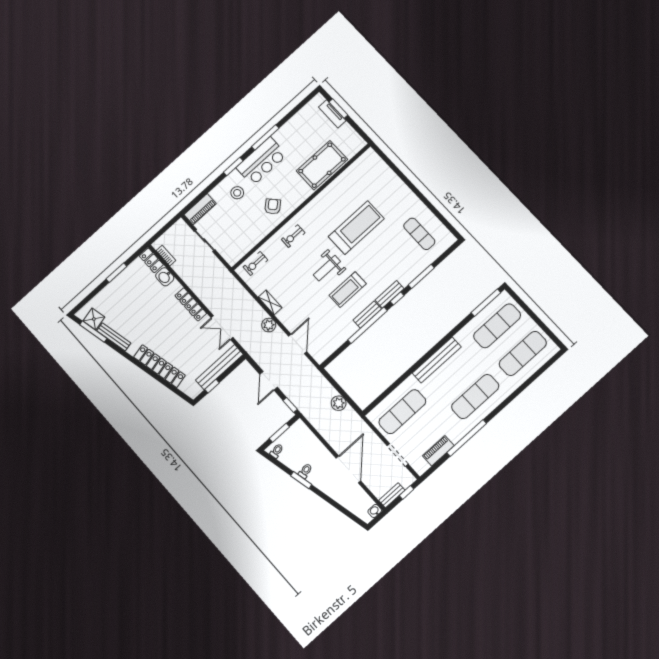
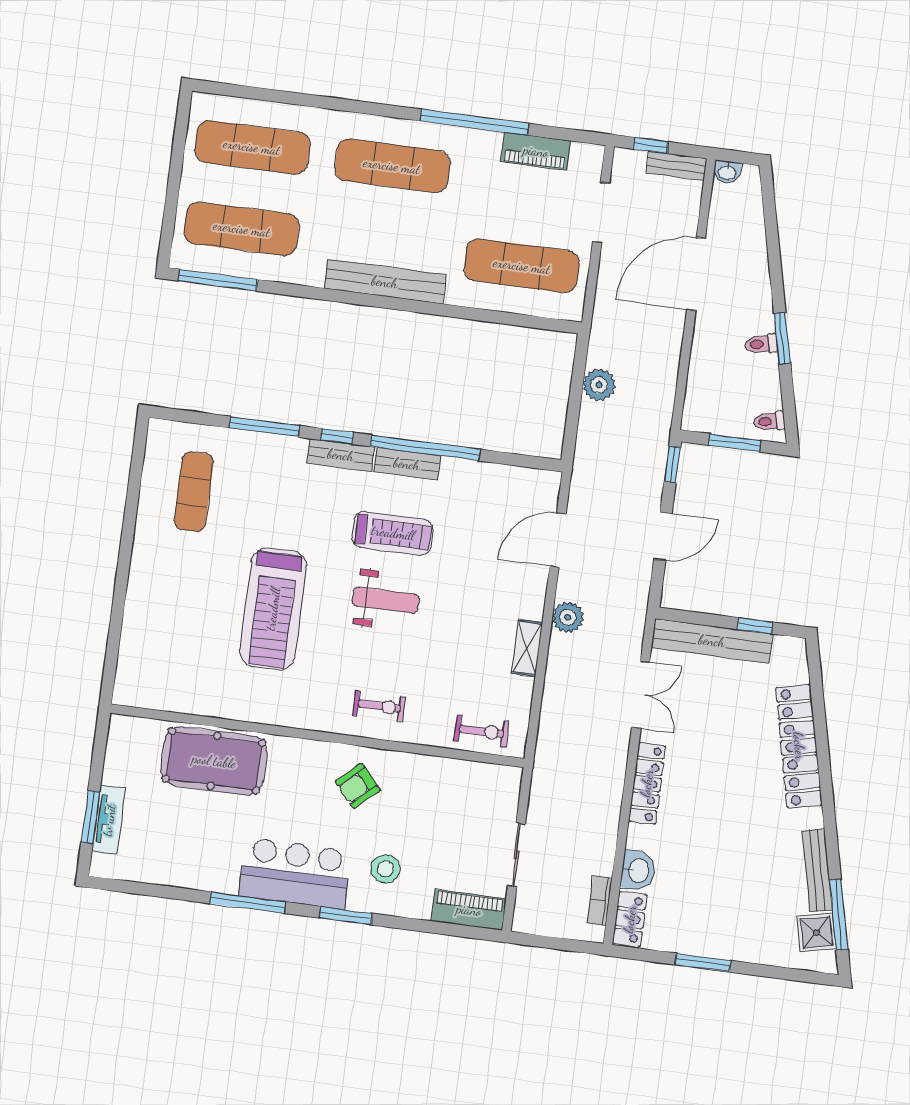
treadmill: (356, 228) -> (273, 609), turned -90

